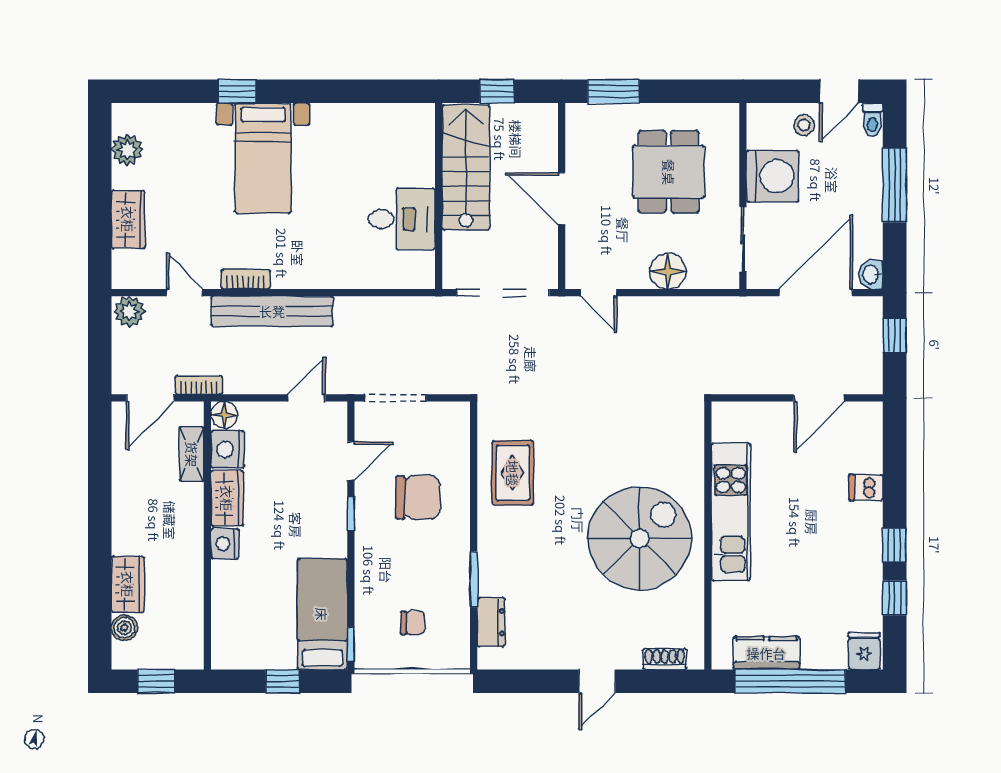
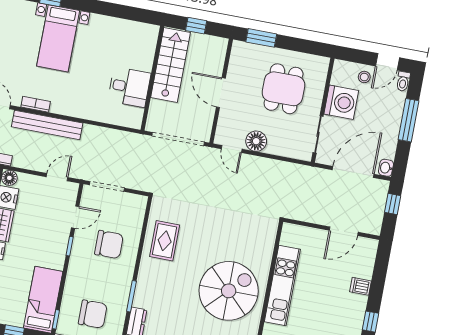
floor lamp: (668, 271) -> (256, 141), moved
chair: (413, 623) -> (93, 314), width x1.87, depth x1.87

